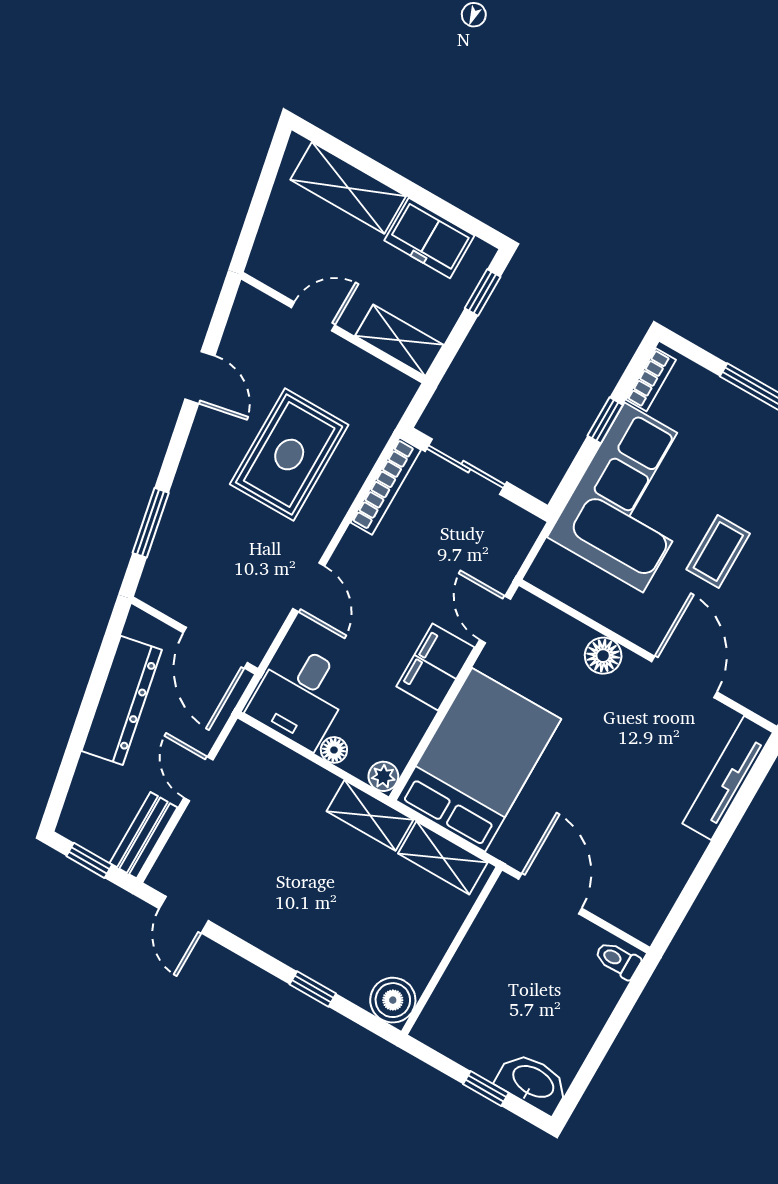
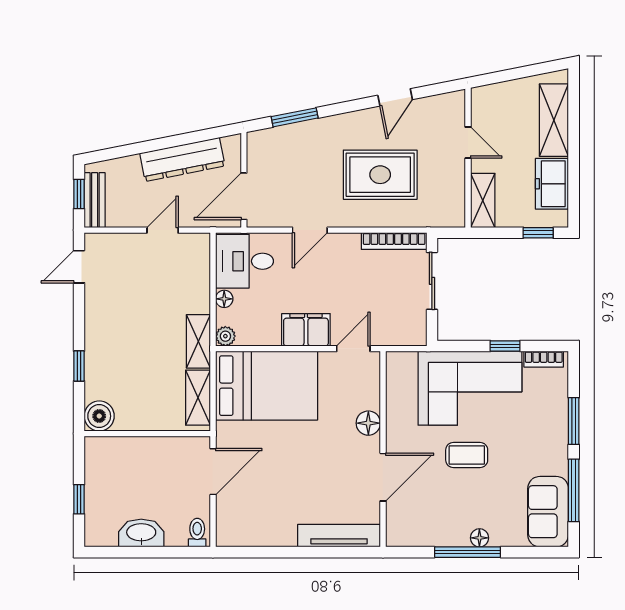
bench: (143, 835) -> (95, 200), moved, turned 90
washbasin: (533, 1082) -> (141, 533), moved, turned -90

